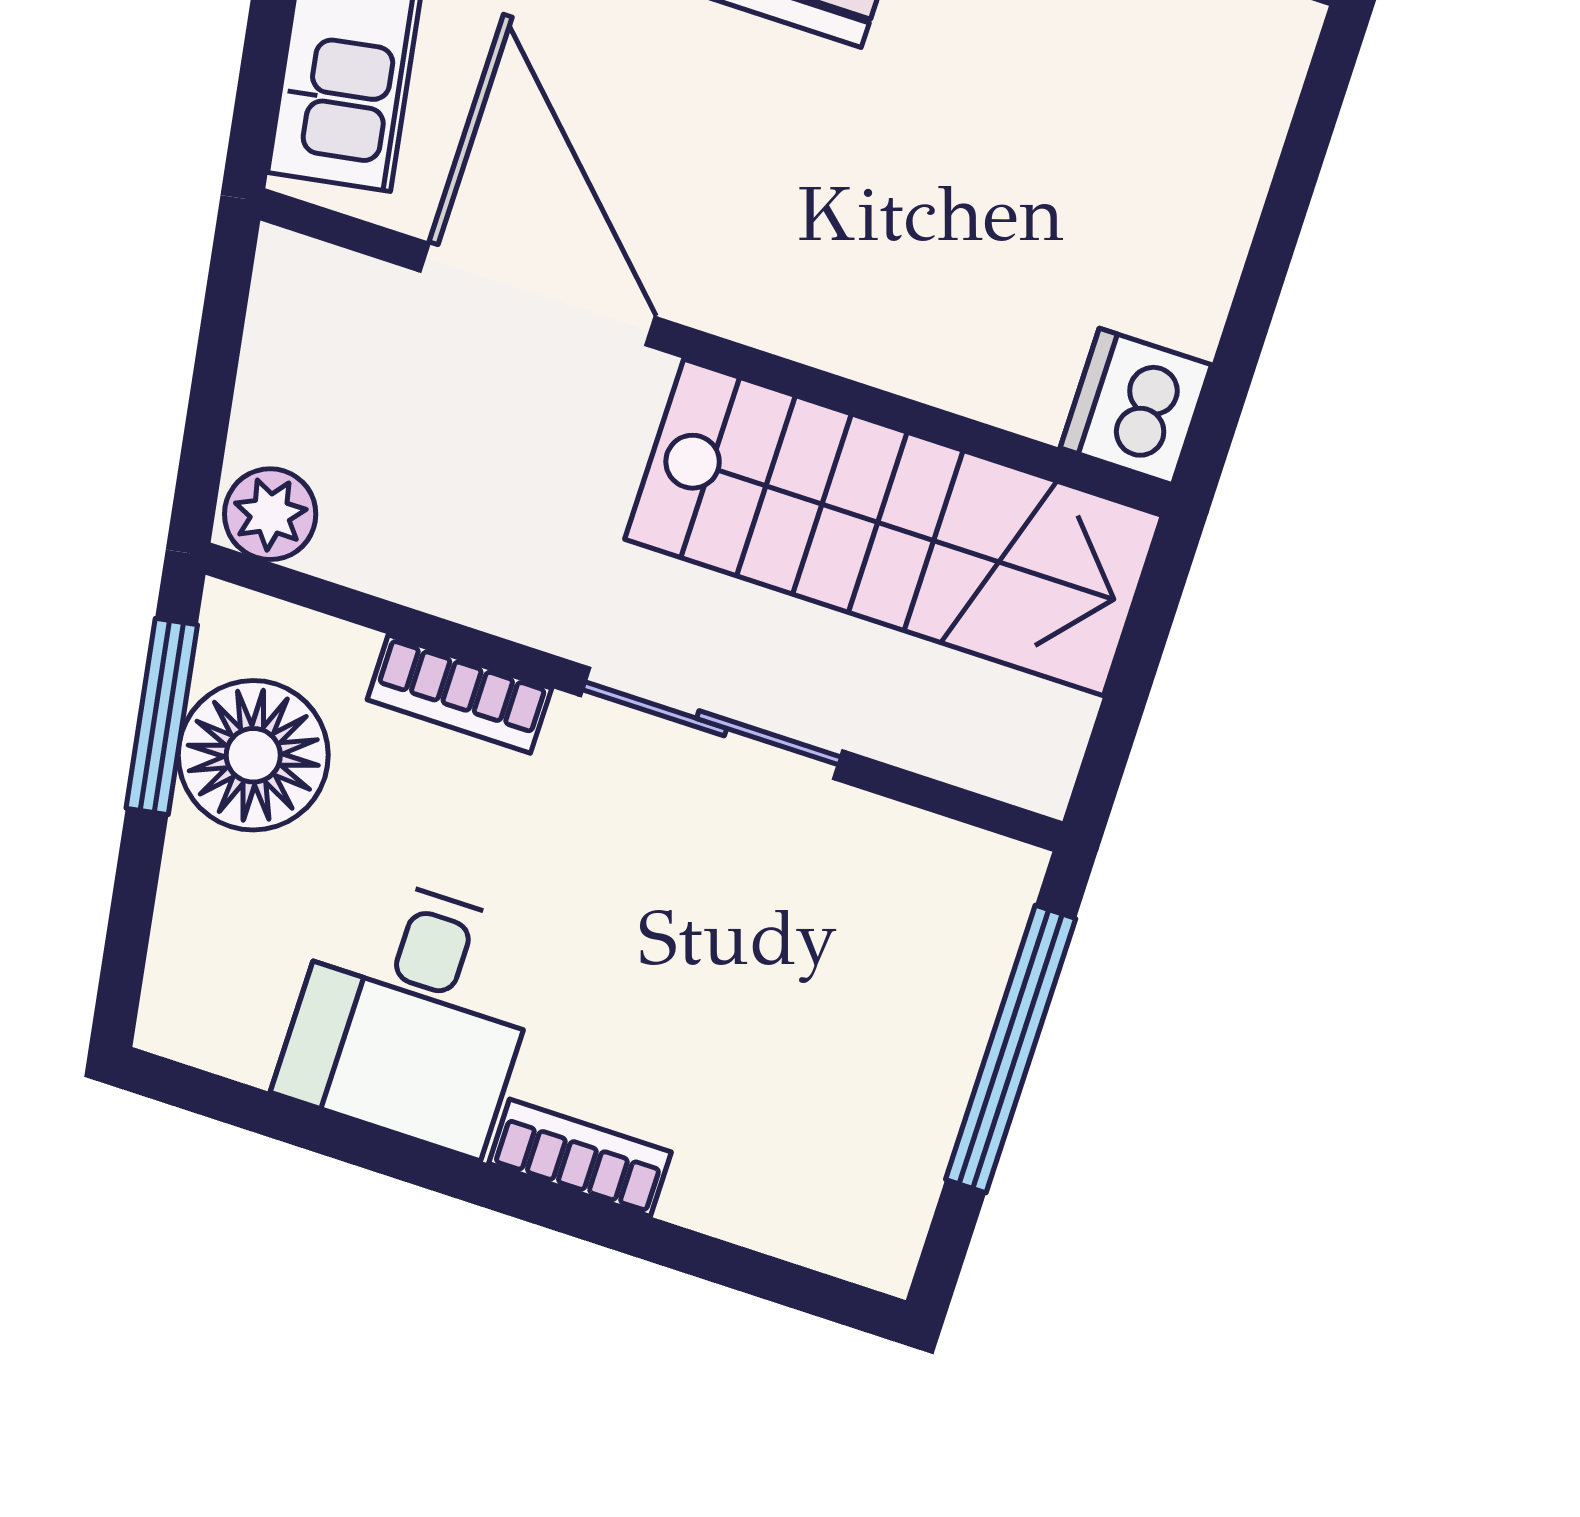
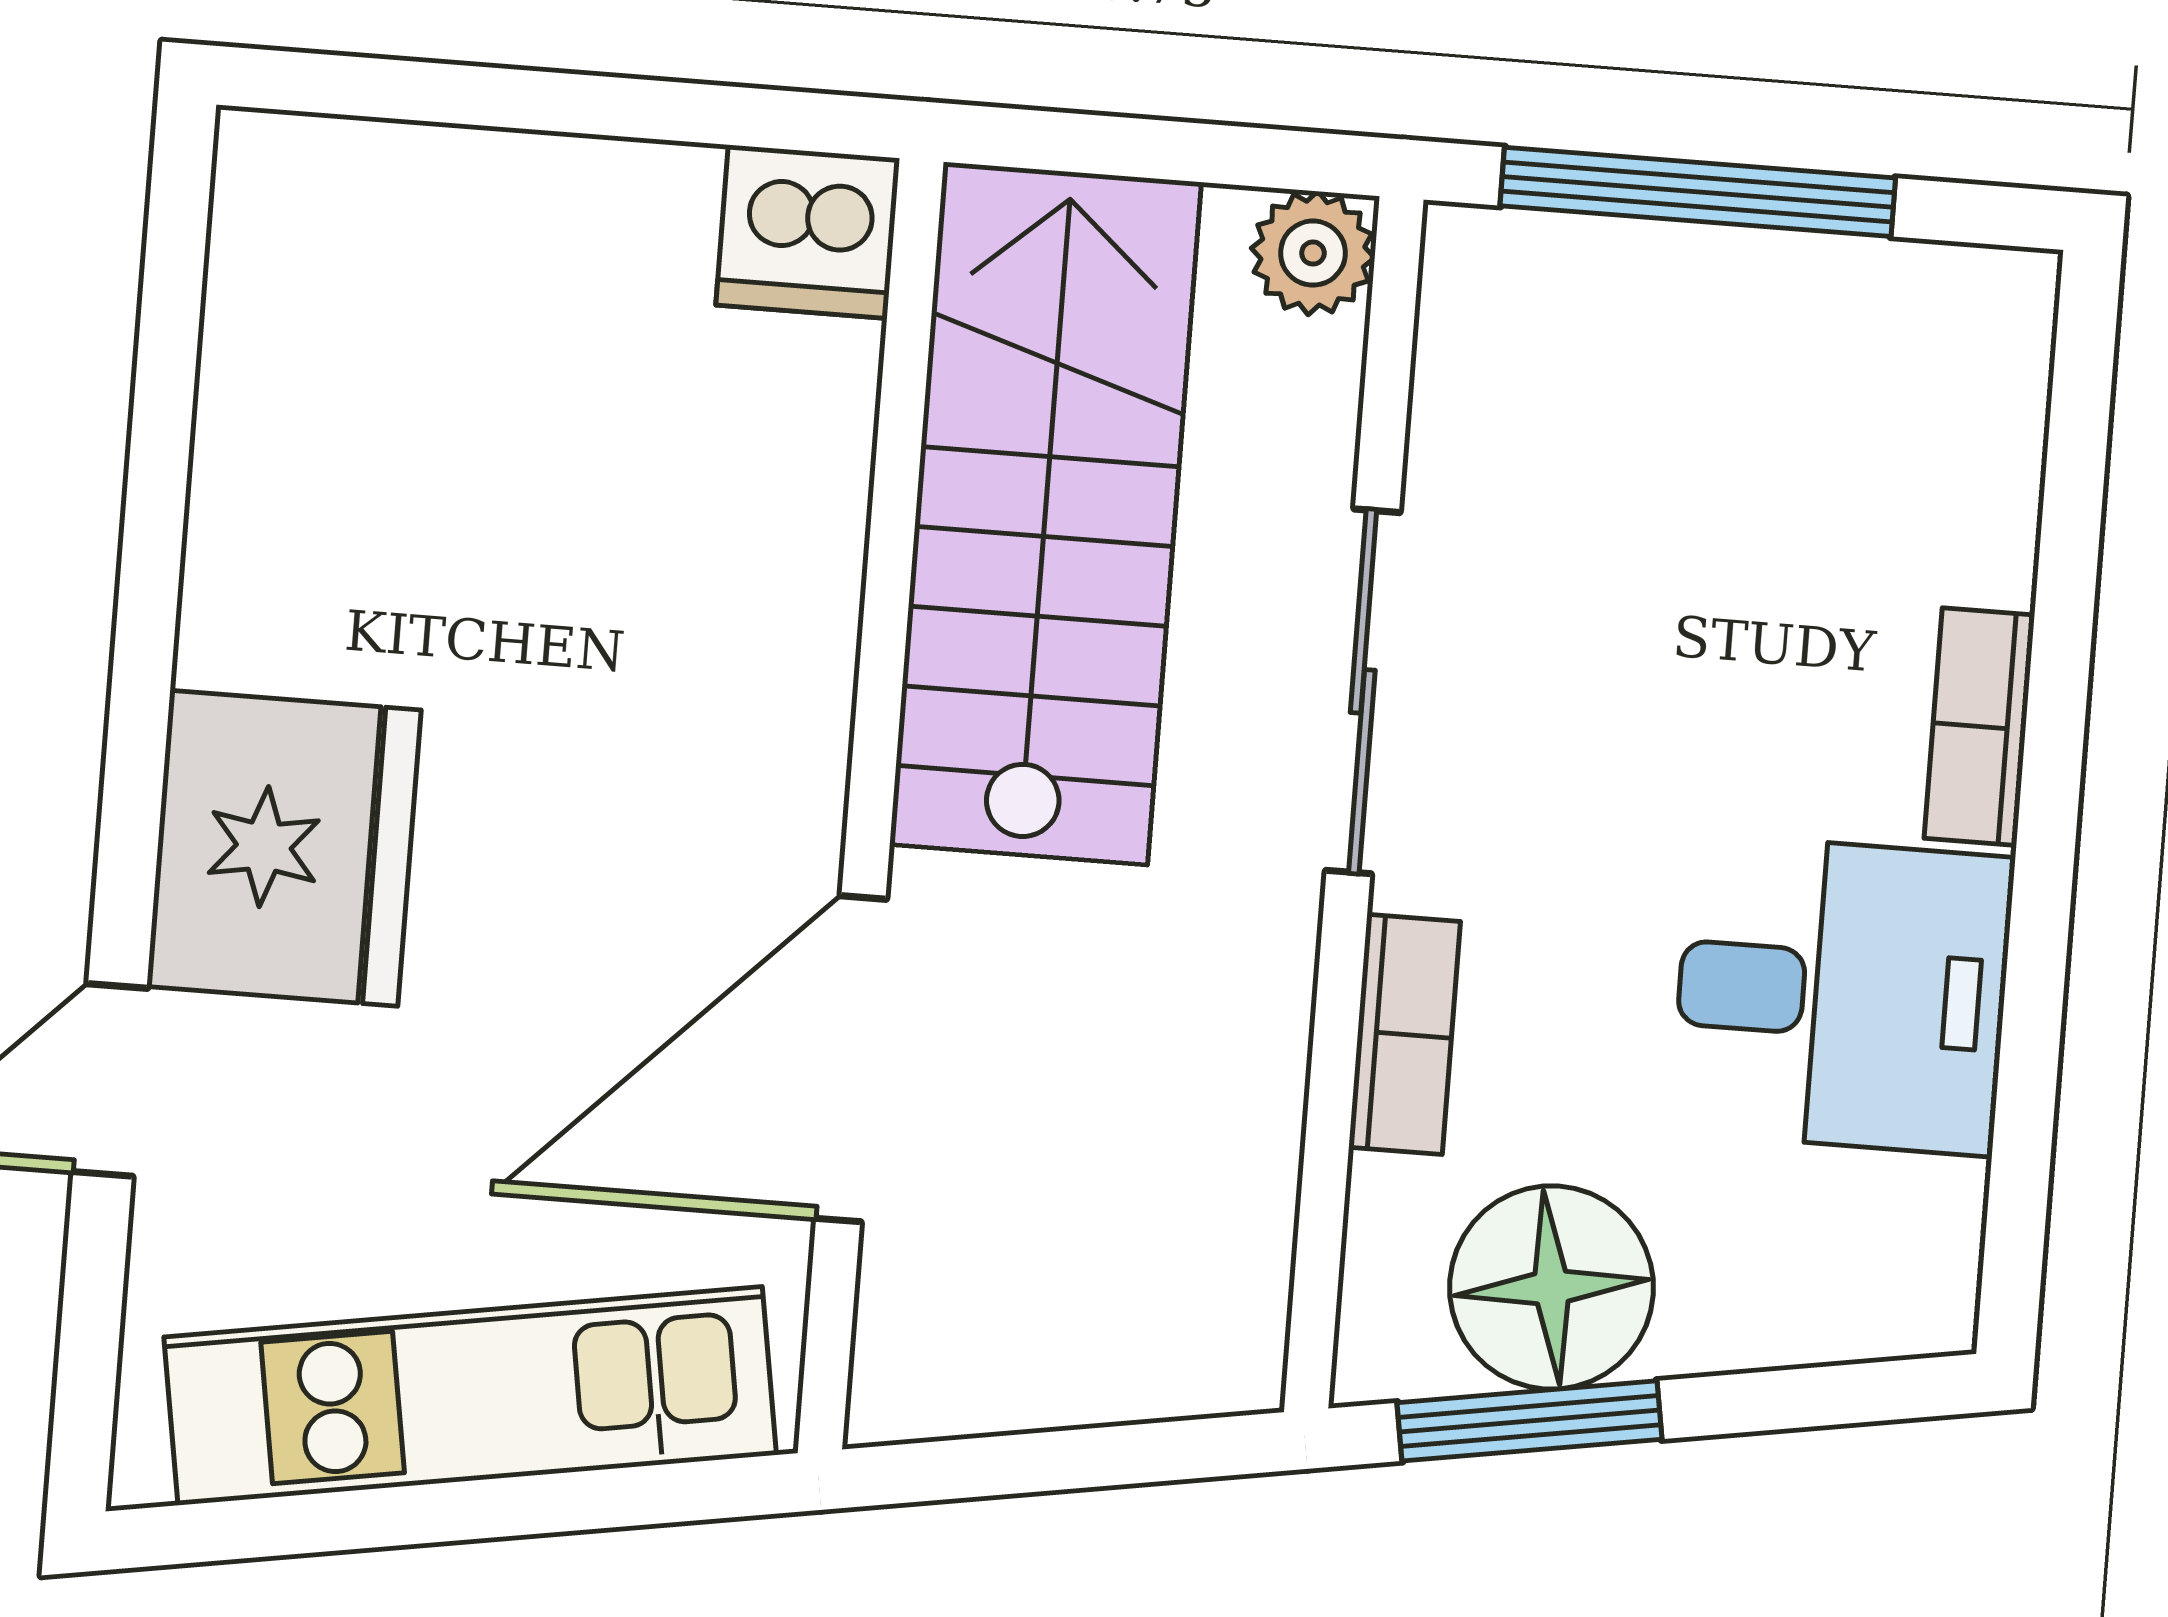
plant: (270, 514) -> (1313, 253), moved

